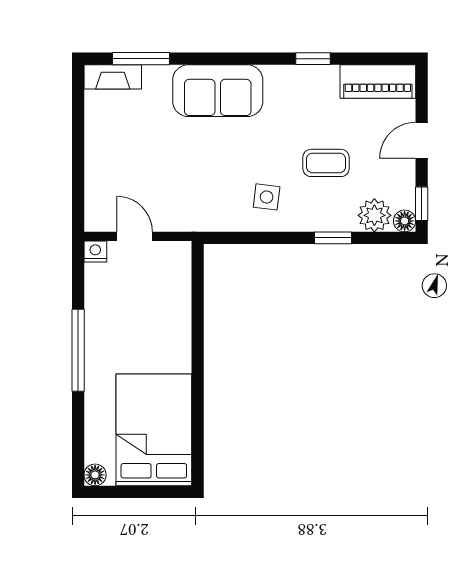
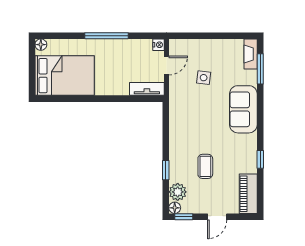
door: (422, 140) -> (217, 217), swing flipped
side table: (267, 197) -> (204, 78), moved
tv unit: (179, 274) -> (147, 89), added

